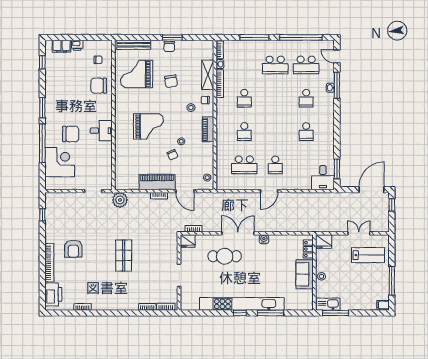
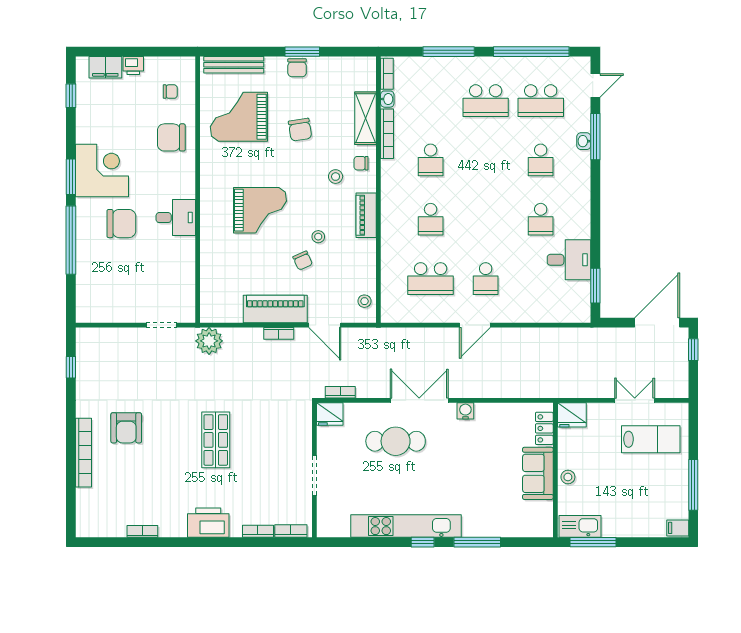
door: (337, 56) -> (595, 85), swing flipped
corner desk: (60, 162) -> (102, 171), moved
desk: (323, 178) -> (569, 260), moved, turned -90
printer: (53, 294) -> (208, 523), moved, turned -90
kitchen unit: (242, 304) -> (406, 526), width x0.73

